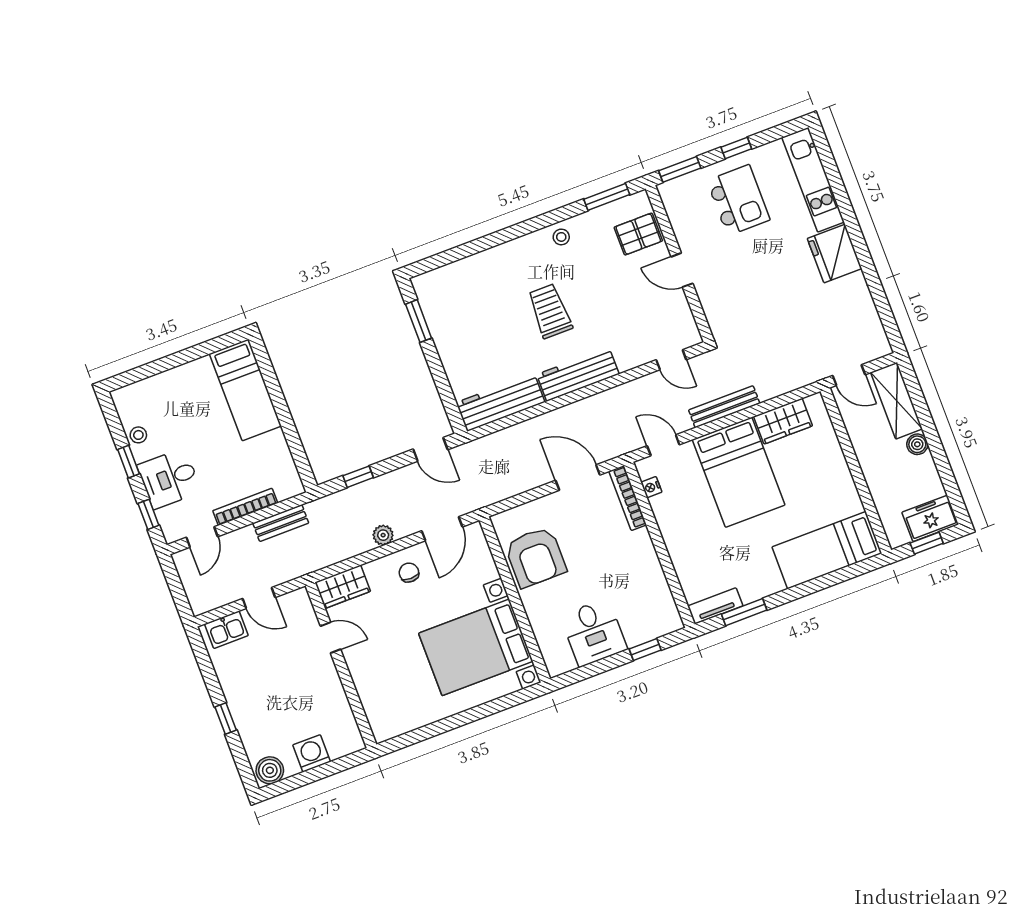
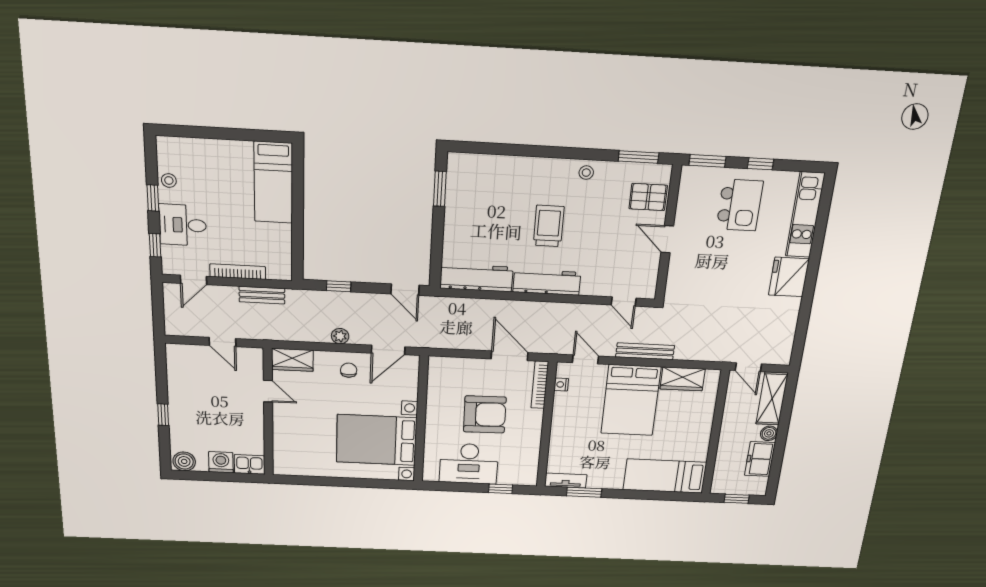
freezer: (930, 518) -> (760, 459), moved, turned -90
armchair: (535, 557) -> (485, 414), moved, turned -91
kitchen sink: (226, 630) -> (249, 464), moved, turned 180
desk: (594, 632) -> (469, 464), width x1.37

